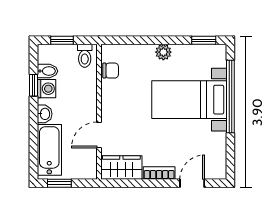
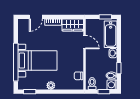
washing machine: (46, 89) -> (112, 85), moved
door: (99, 135) -> (85, 42), hinge flipped

